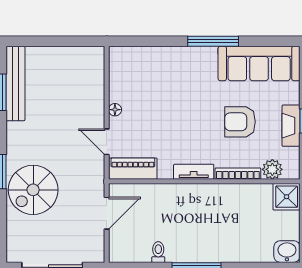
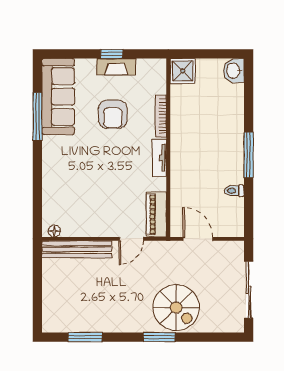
window: (213, 41) -> (37, 117), moved
bench: (15, 83) -> (77, 249), moved
floor lamp: (115, 110) -> (54, 231), moved
plant: (272, 169) -> (157, 84), removed

